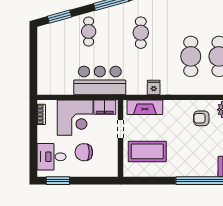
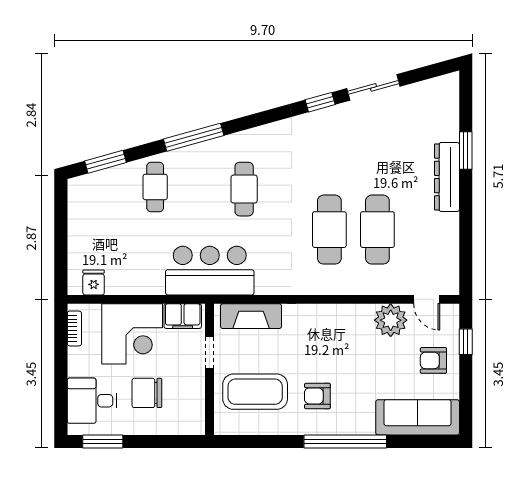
bar counter: (100, 80) -> (210, 271), moved
fridge: (154, 87) -> (94, 282), moved
armchair: (201, 118) -> (317, 396), moved

